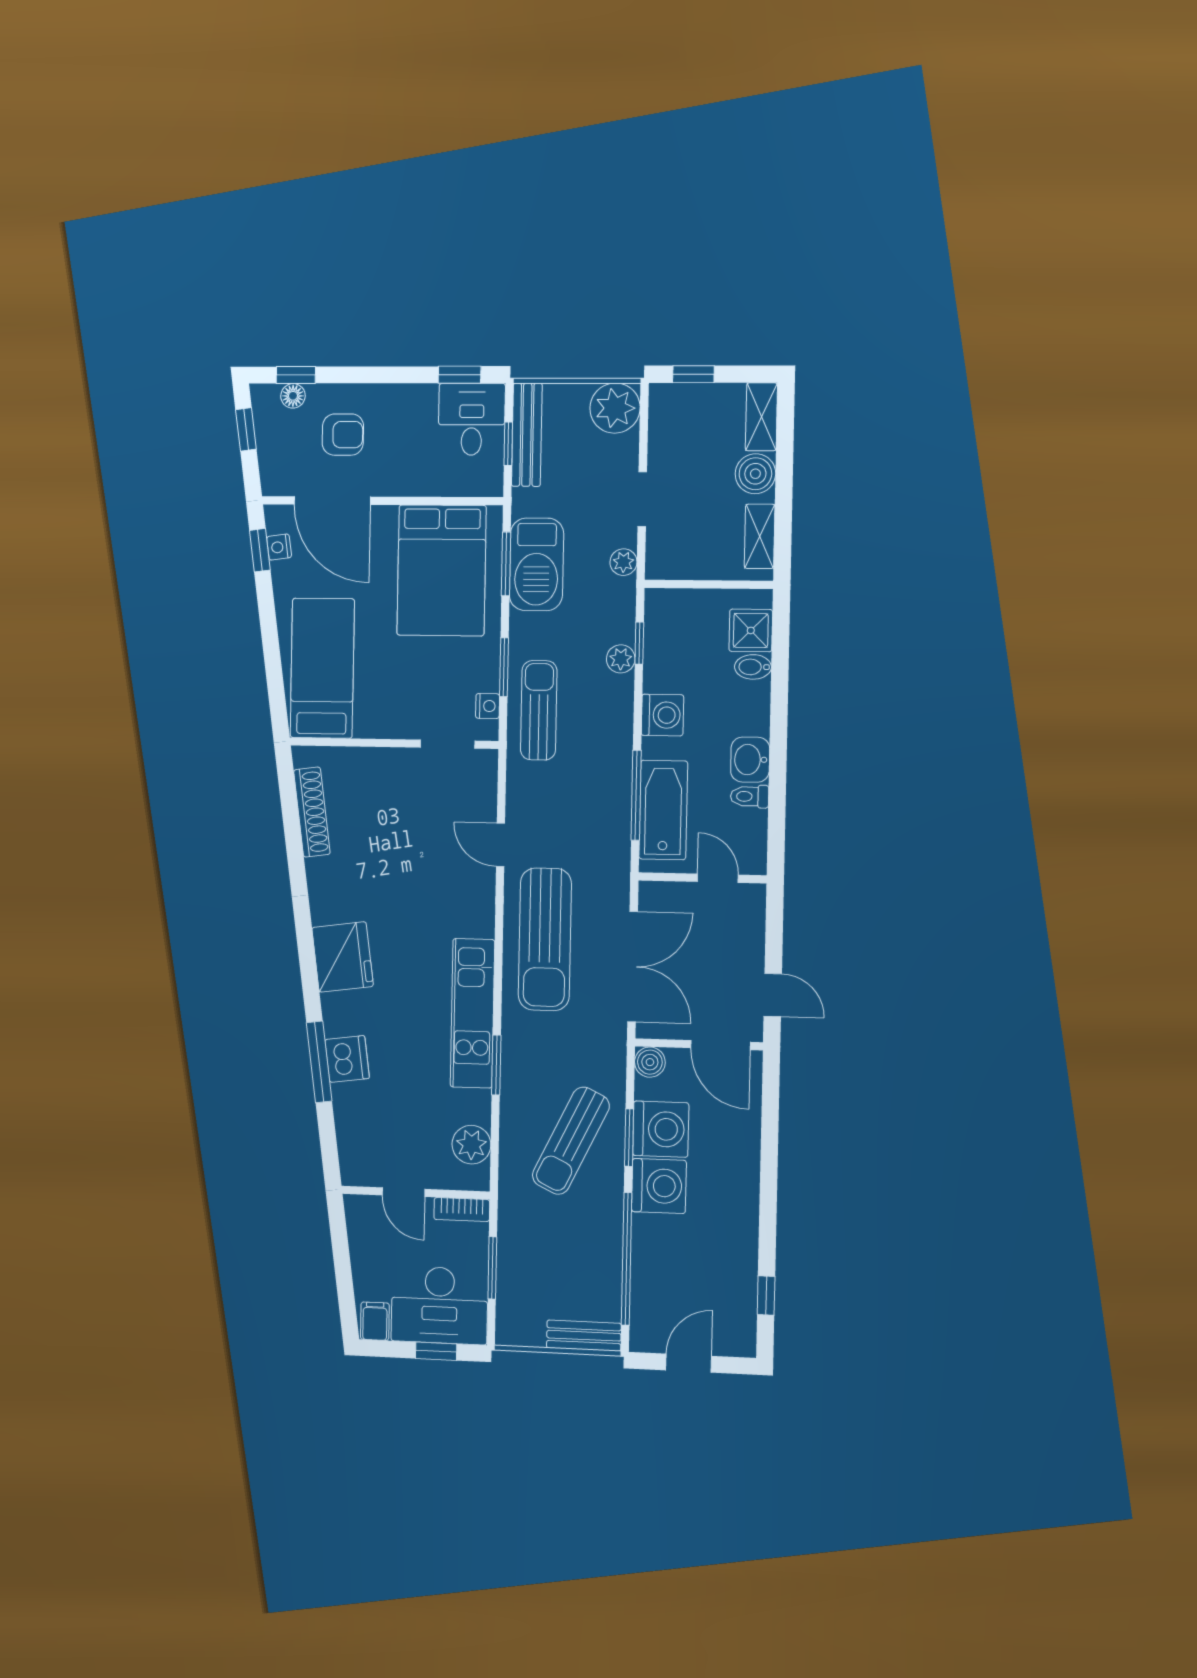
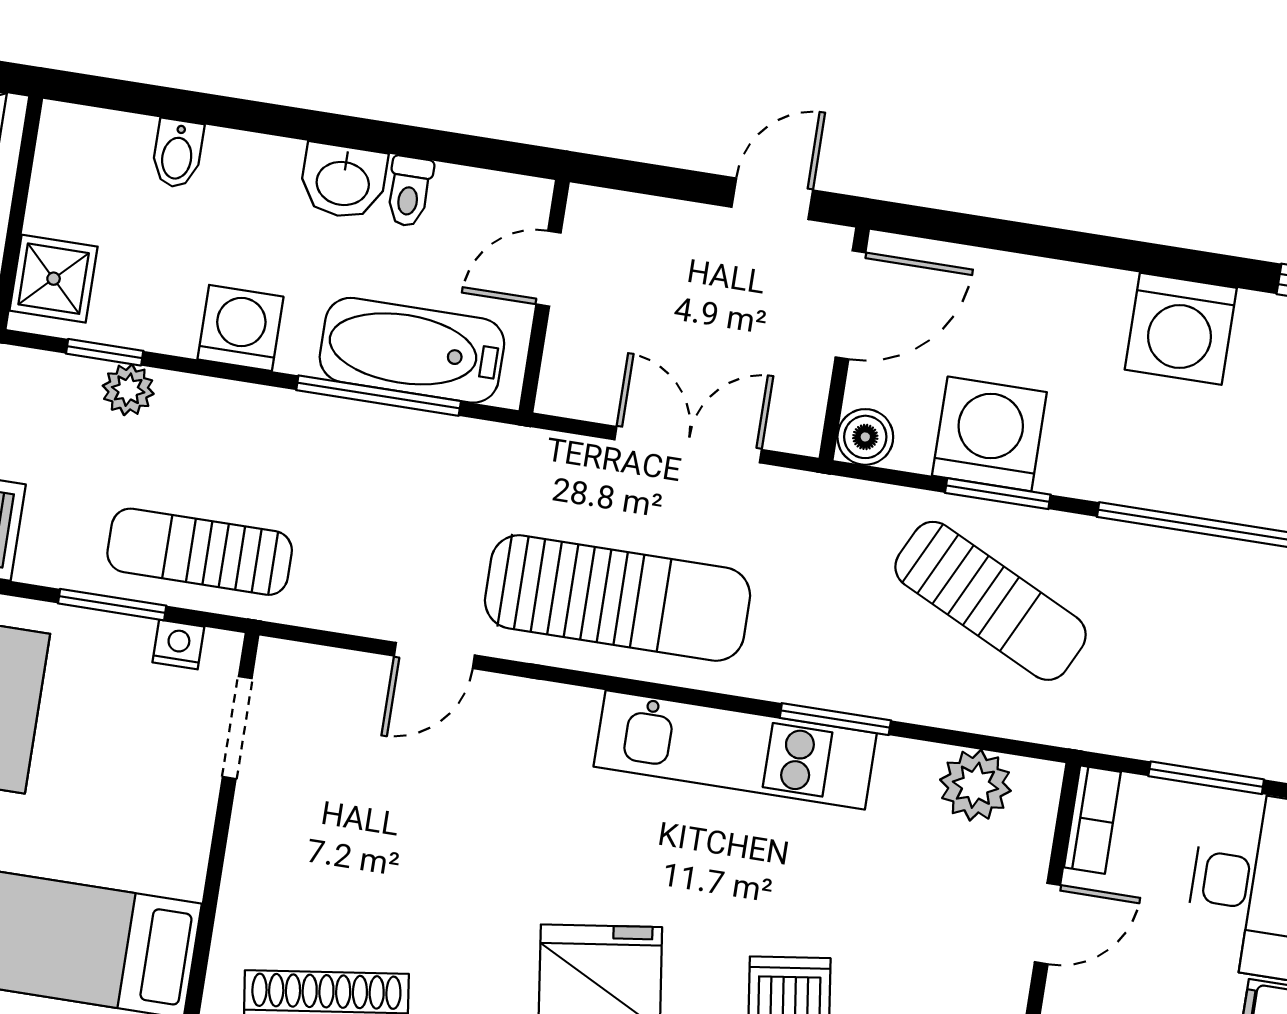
shower: (751, 630) -> (54, 279), moved
double door: (633, 967) -> (688, 445), width x0.73
washing machine: (659, 1186) -> (1181, 329), moved, turned 180

